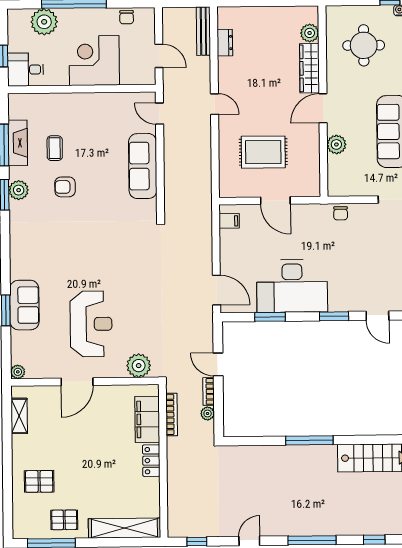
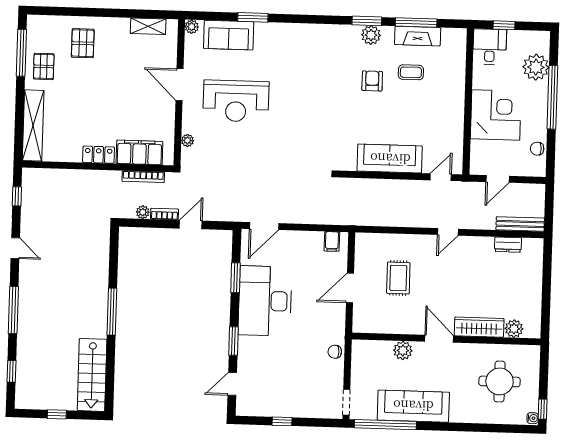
rug: (263, 152) -> (398, 278), width x0.73, depth x0.70
sofa: (24, 305) -> (229, 35), moved
plant: (139, 366) -> (187, 140), width x0.53, depth x0.53

